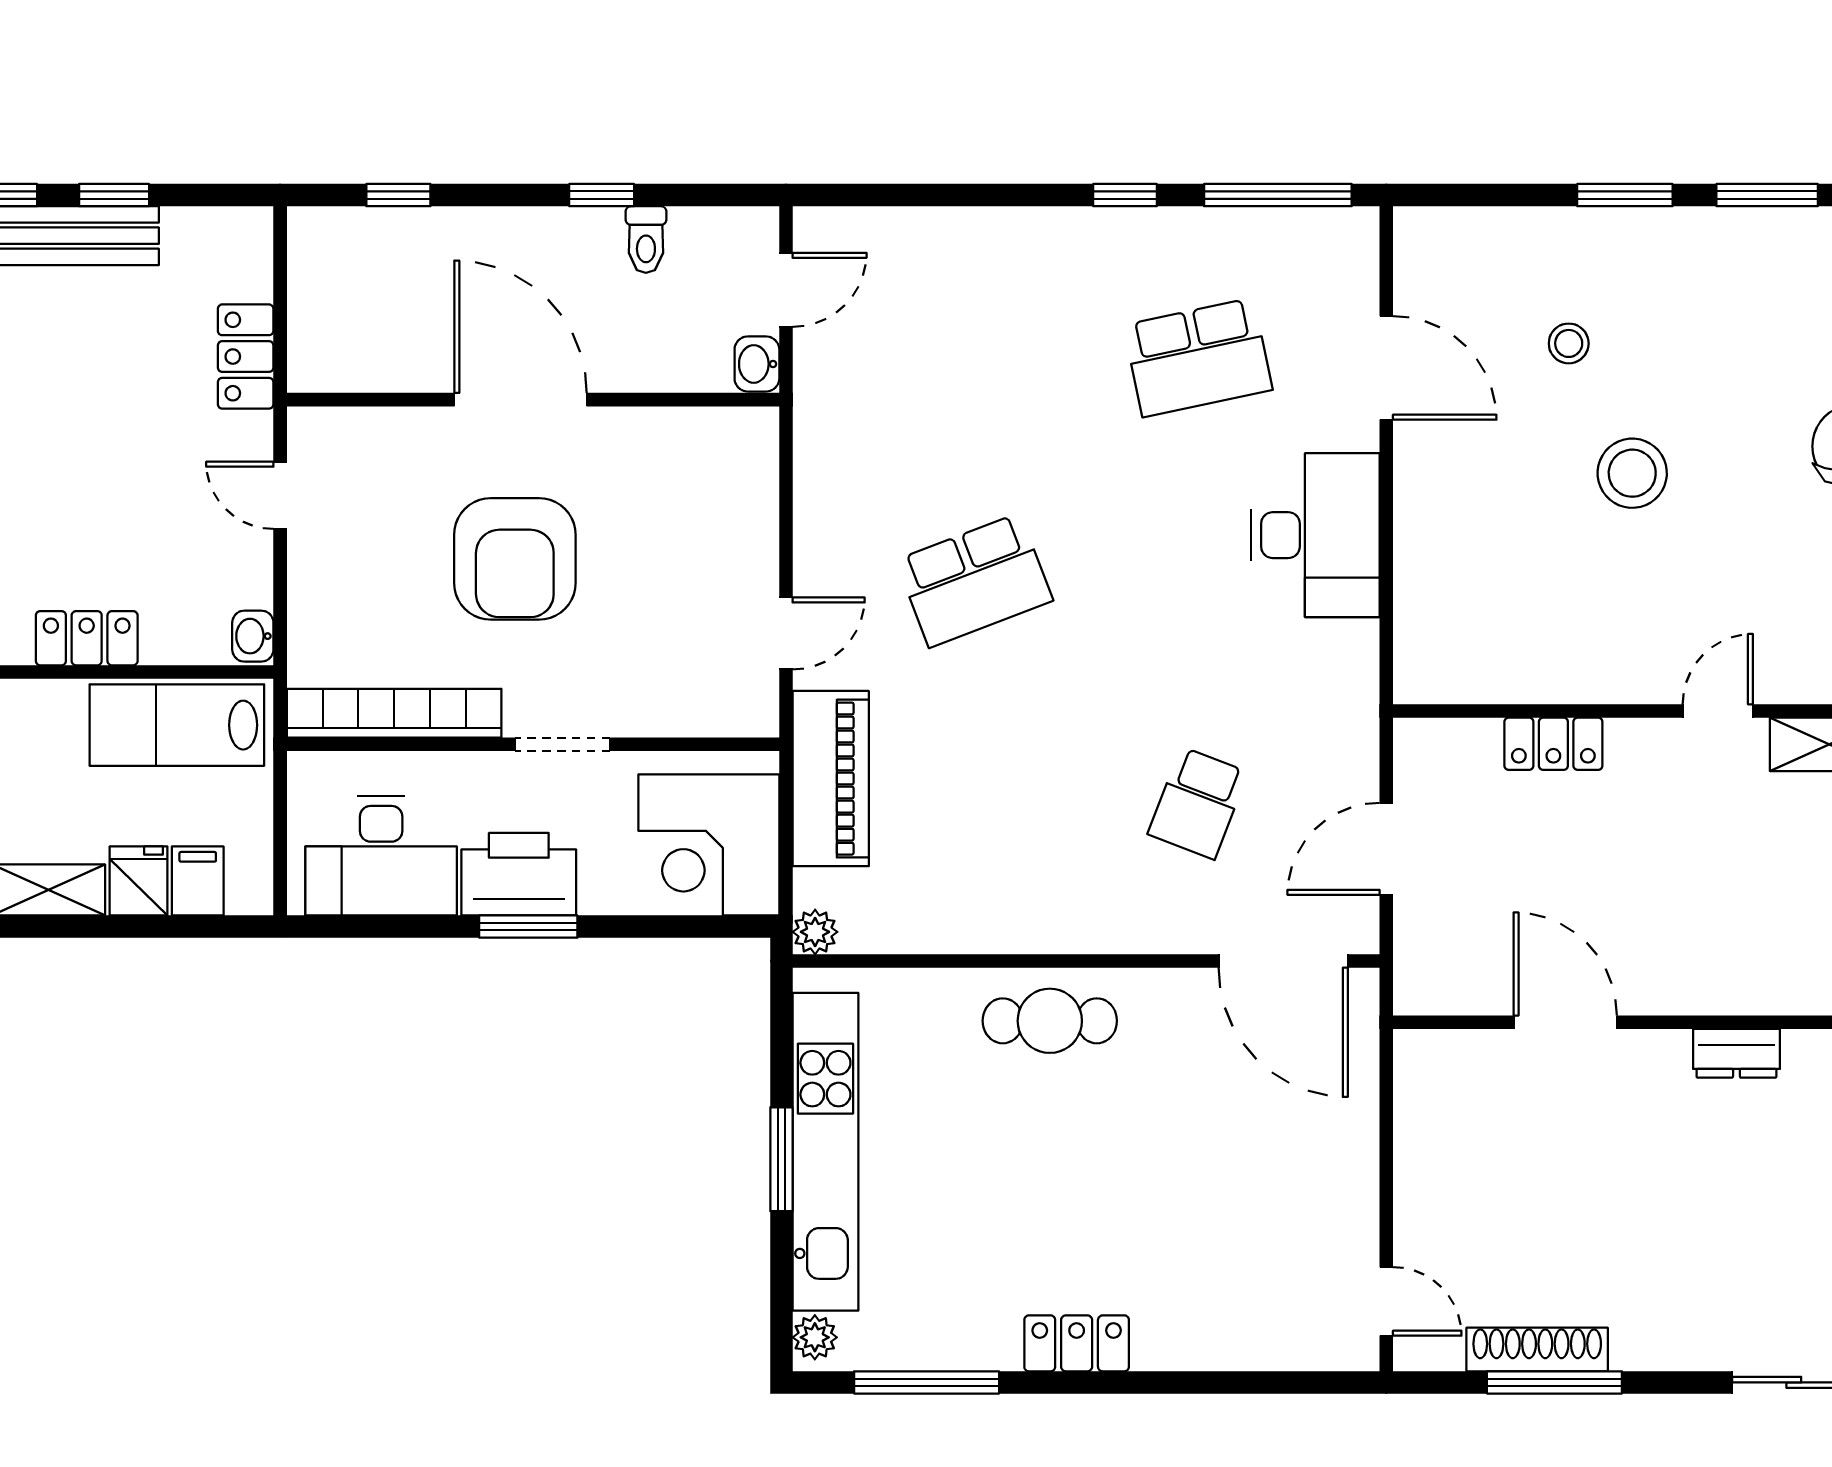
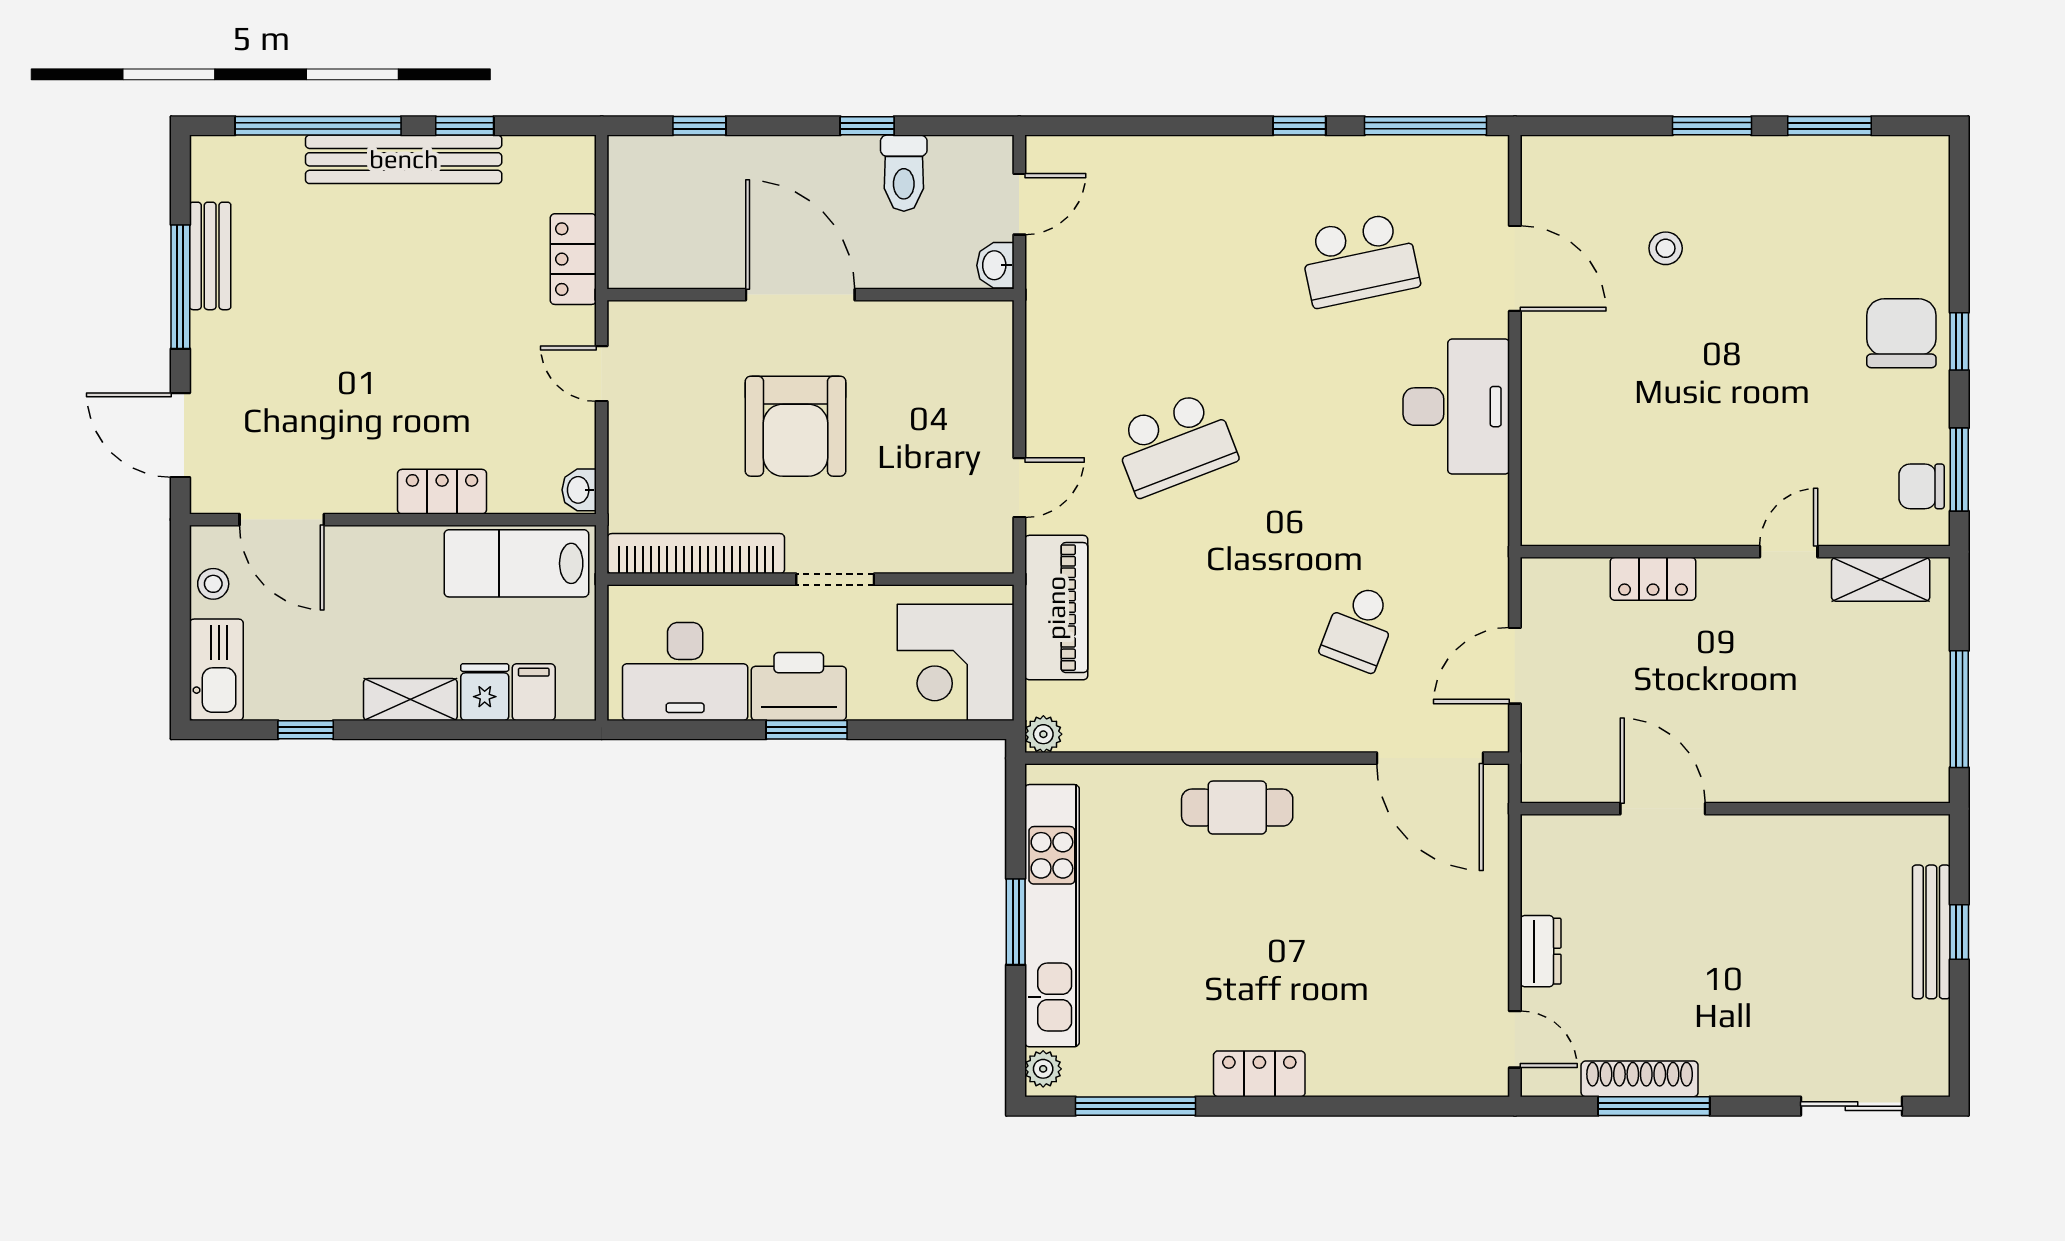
toilet: (646, 240) -> (904, 173), width x1.37, depth x1.39
stool: (1632, 473) -> (1718, 355), removed
dresser: (1736, 1053) -> (1541, 951), moved, turned -90

